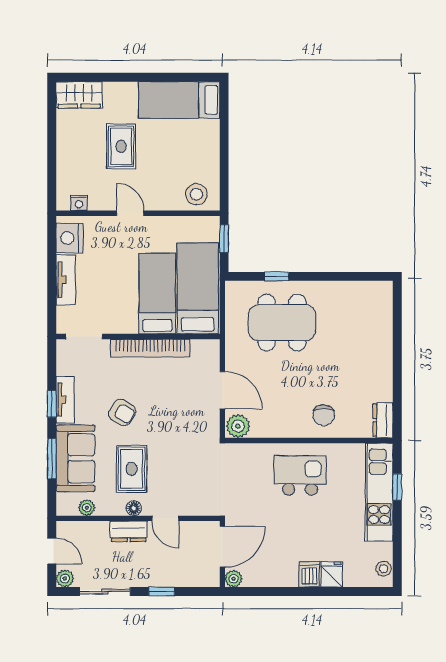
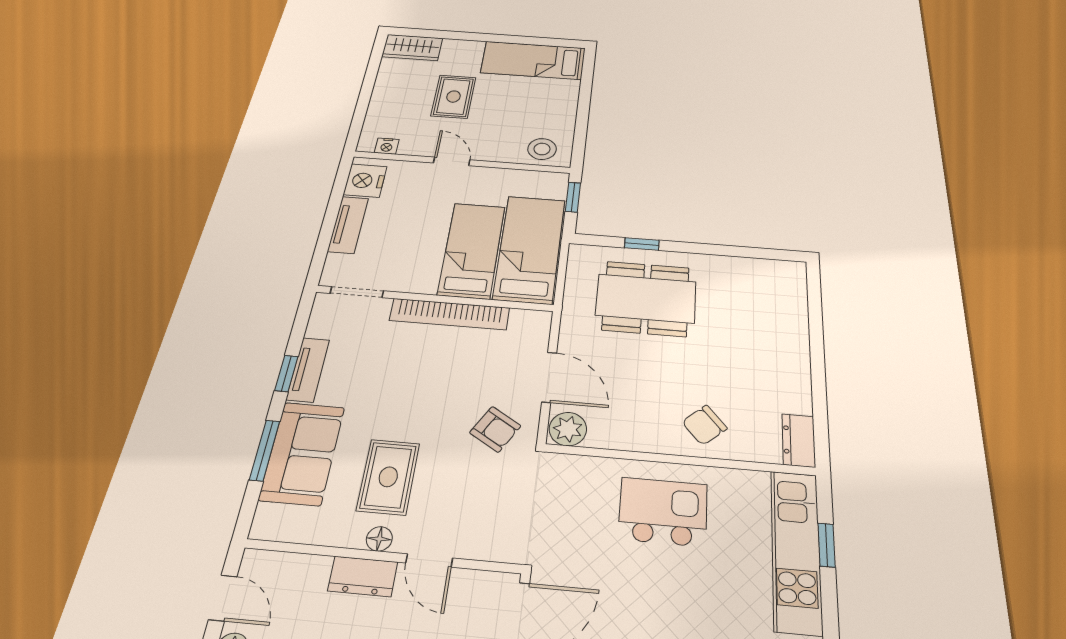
armchair: (122, 412) -> (495, 429), moved
chair: (324, 415) -> (704, 425), turned 49
plant: (87, 508) -> (301, 531), removed

